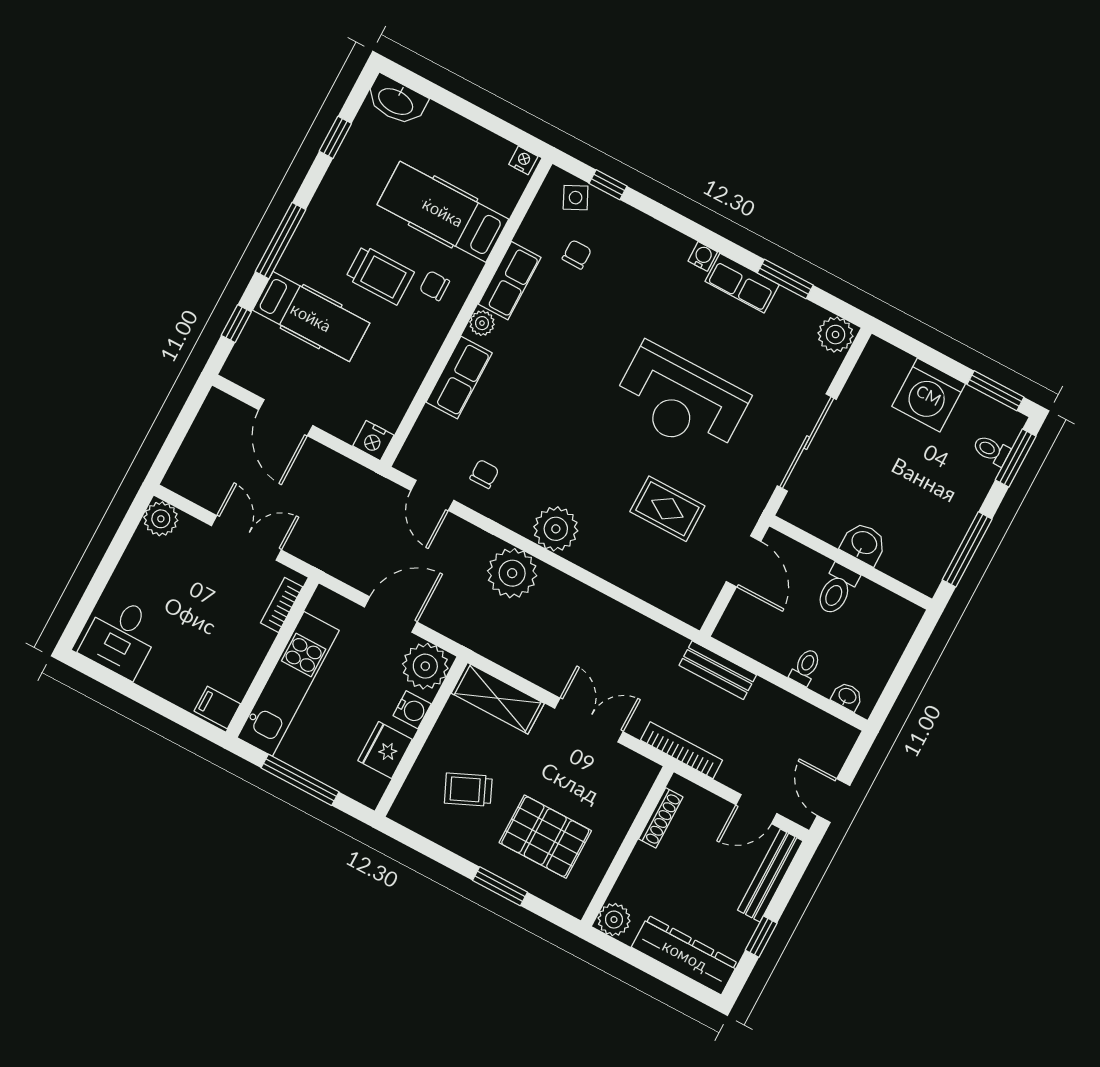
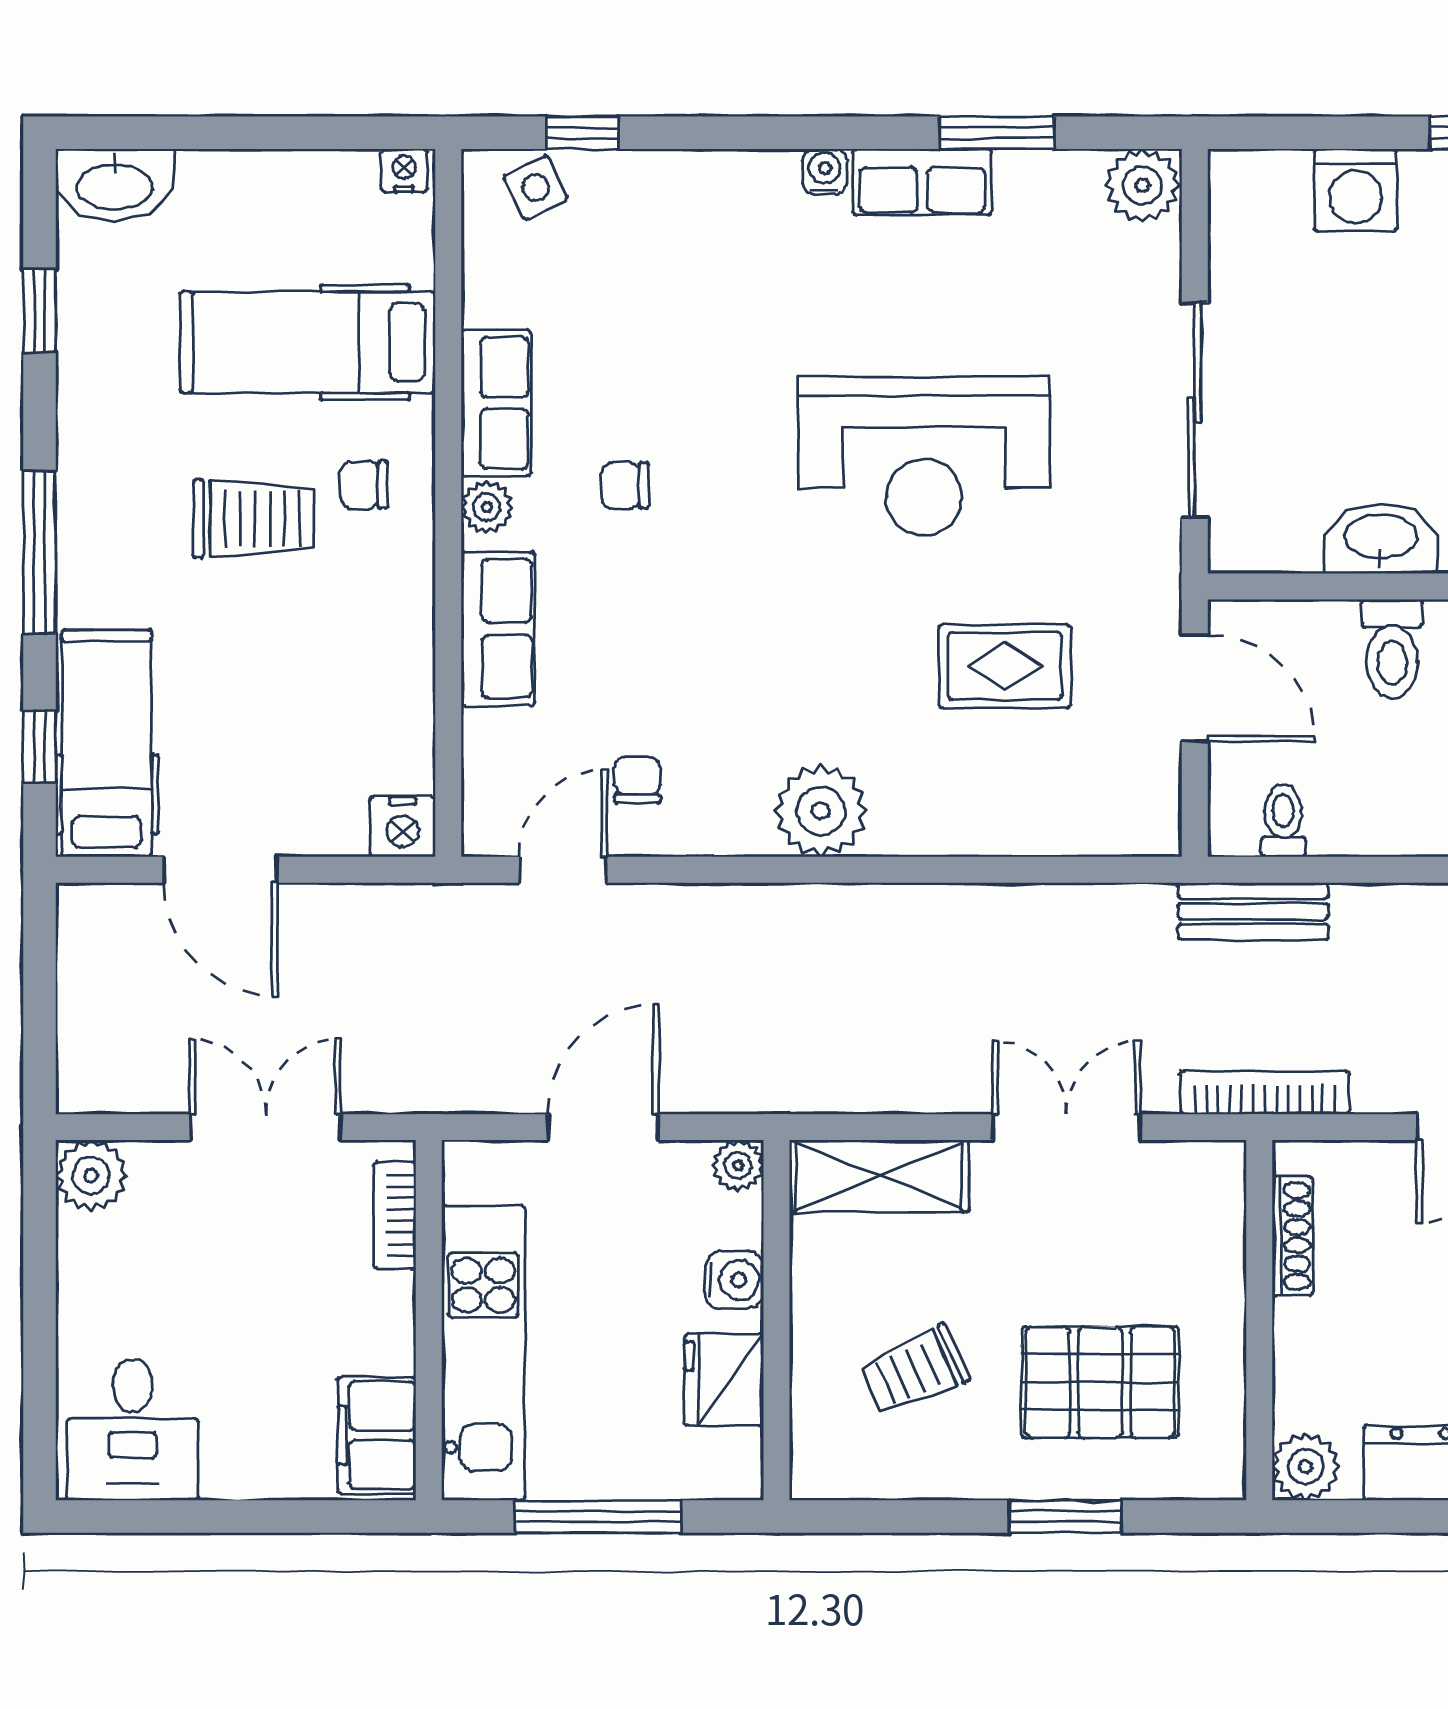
chair: (577, 254) -> (625, 486), moved, turned -90
hospital bed: (311, 317) -> (107, 743), moved, turned -90
washing machine: (929, 395) -> (1356, 190), width x0.73, depth x0.73
door: (432, 495) -> (563, 870), swing flipped
washbasin: (864, 543) -> (1381, 539), width x1.38
plant: (512, 573) -> (784, 934), removed
plant: (425, 666) -> (738, 1165), width x0.53, depth x0.53
toilet: (805, 667) -> (1283, 821), moved
filing cabinet: (217, 707) -> (377, 1435), width x2.00

